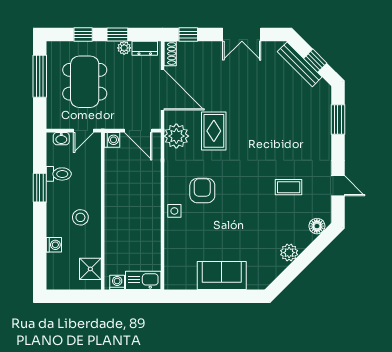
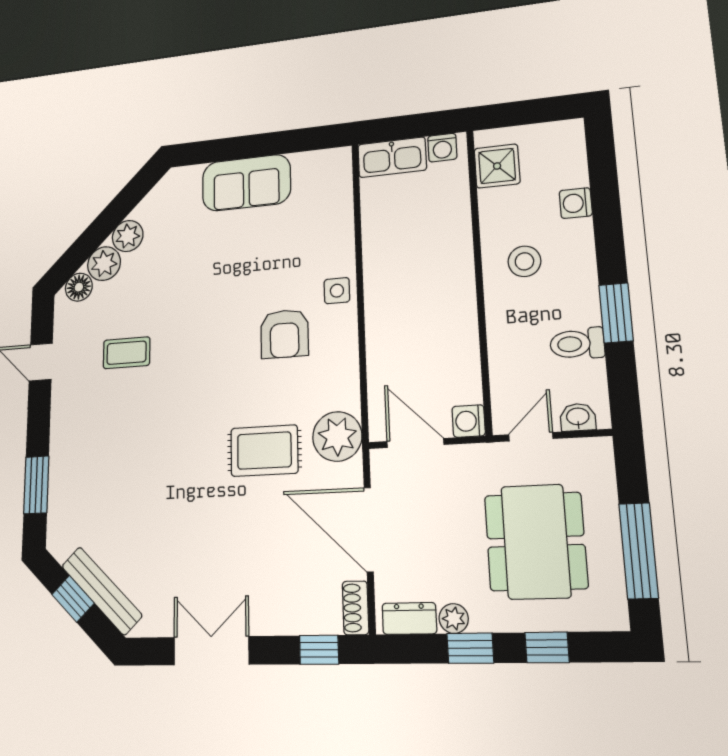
rug: (214, 131) -> (264, 451), turned 90
plant: (303, 238) -> (104, 264), added

